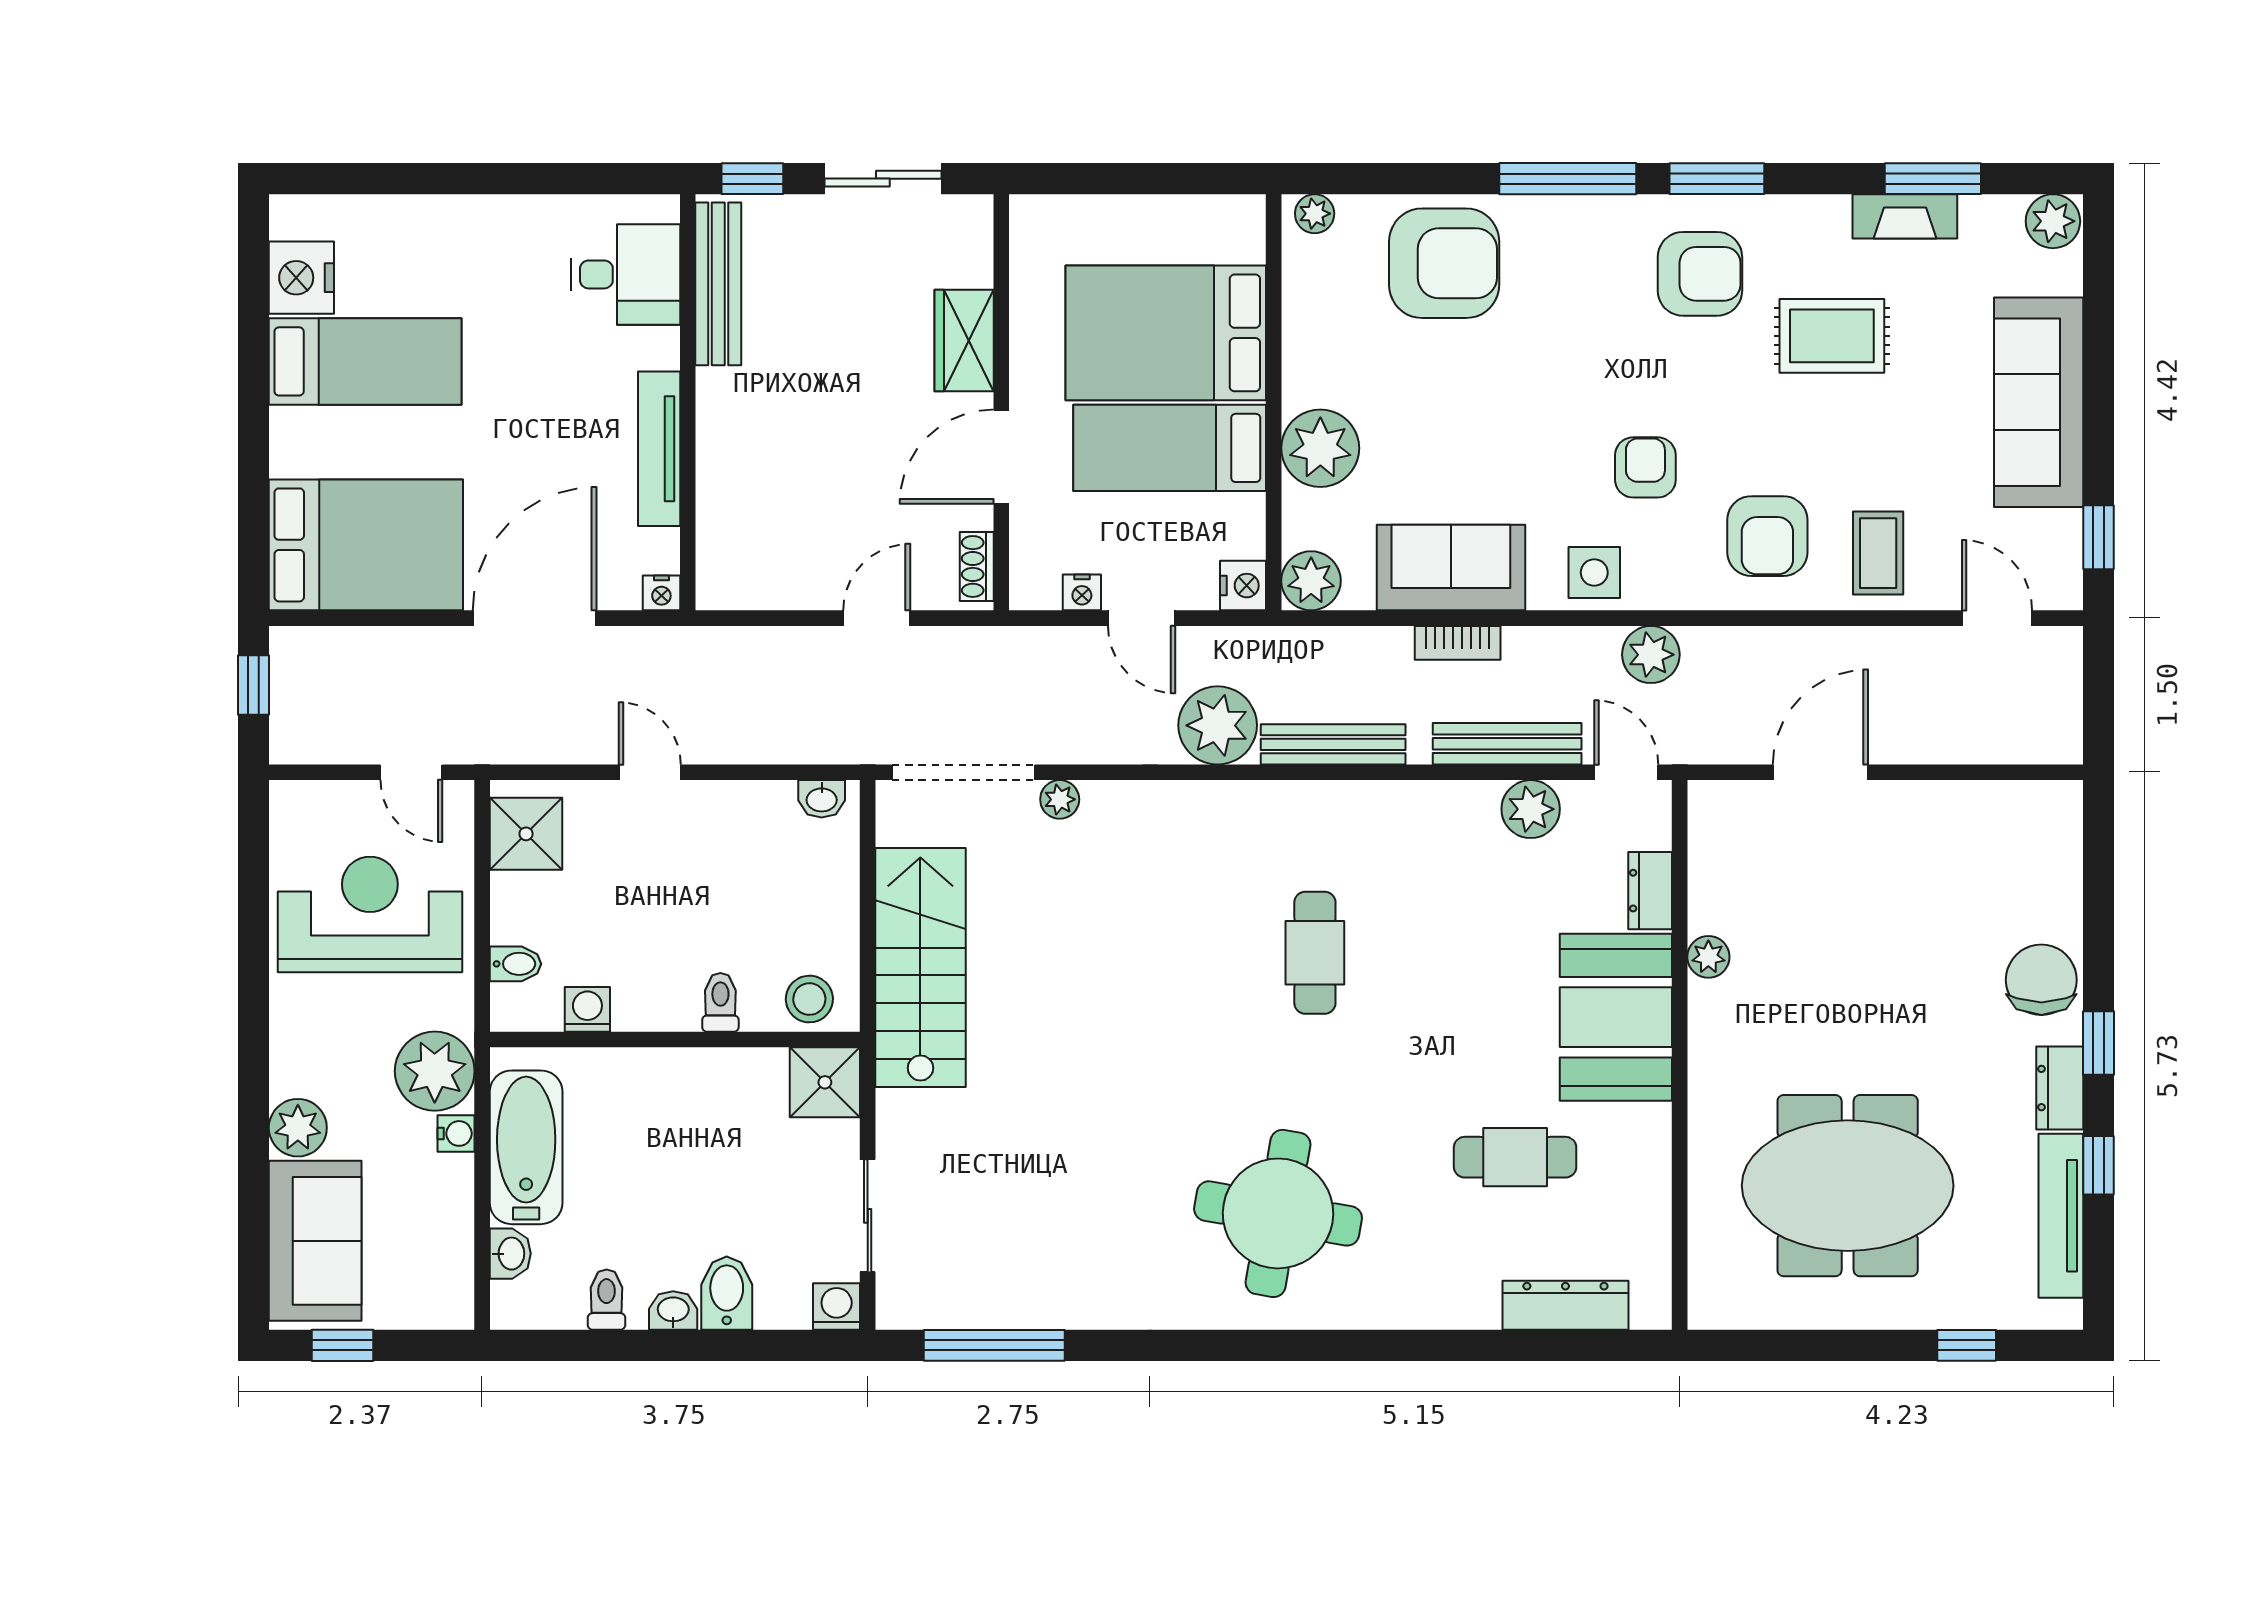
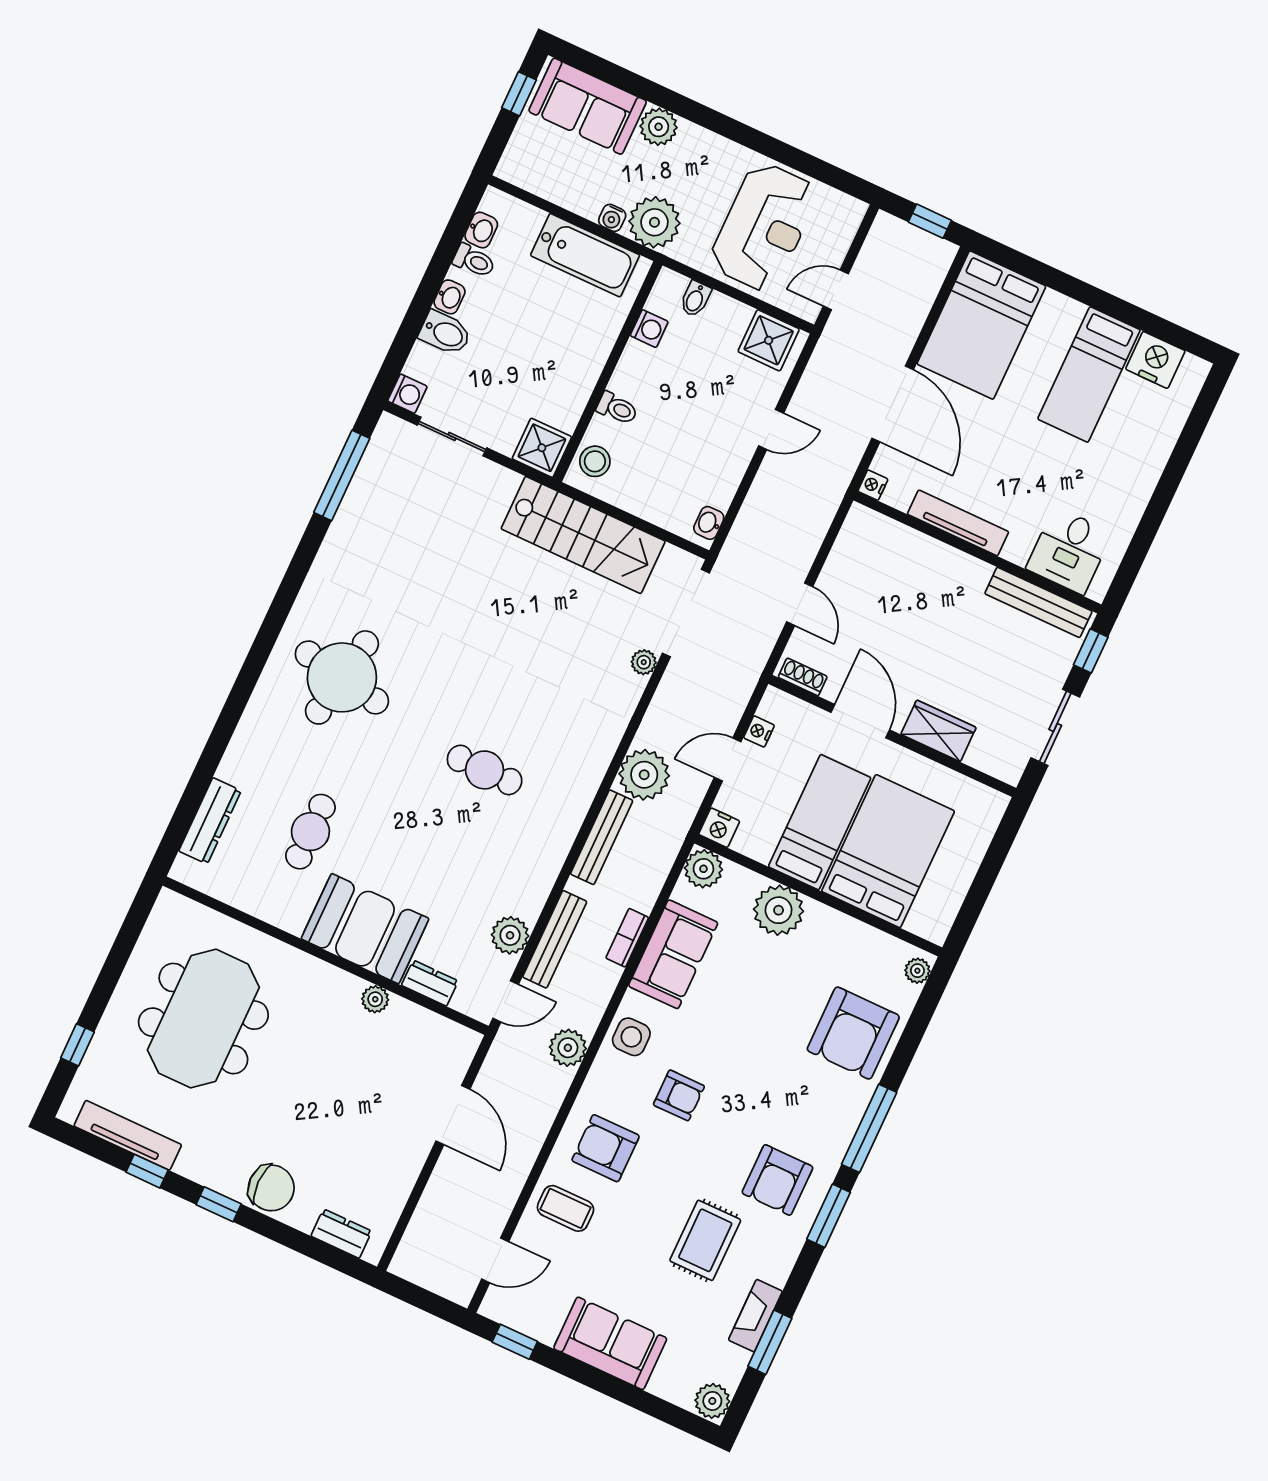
sofa: (2039, 402) -> (610, 1343), width x0.73
dresser: (2060, 1088) -> (341, 1234), moved
washbasin: (510, 1254) -> (481, 230), moved, turned -90

